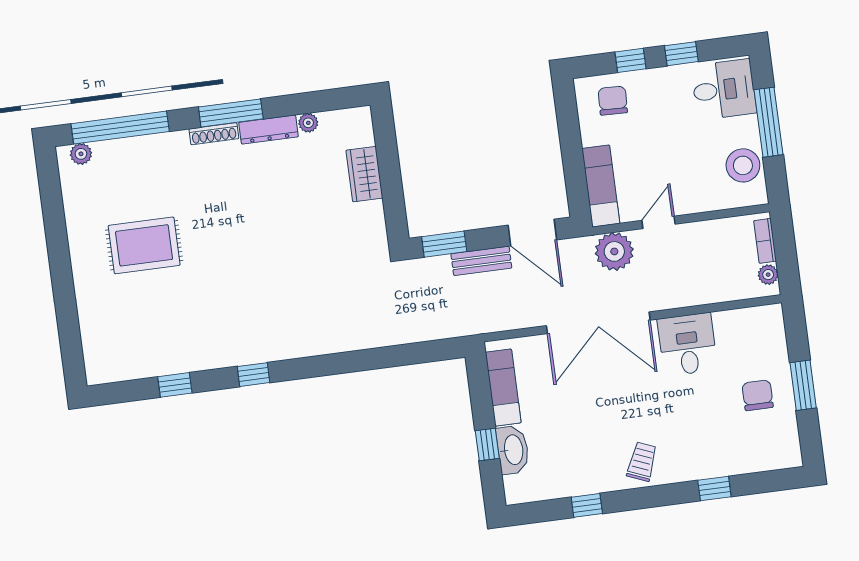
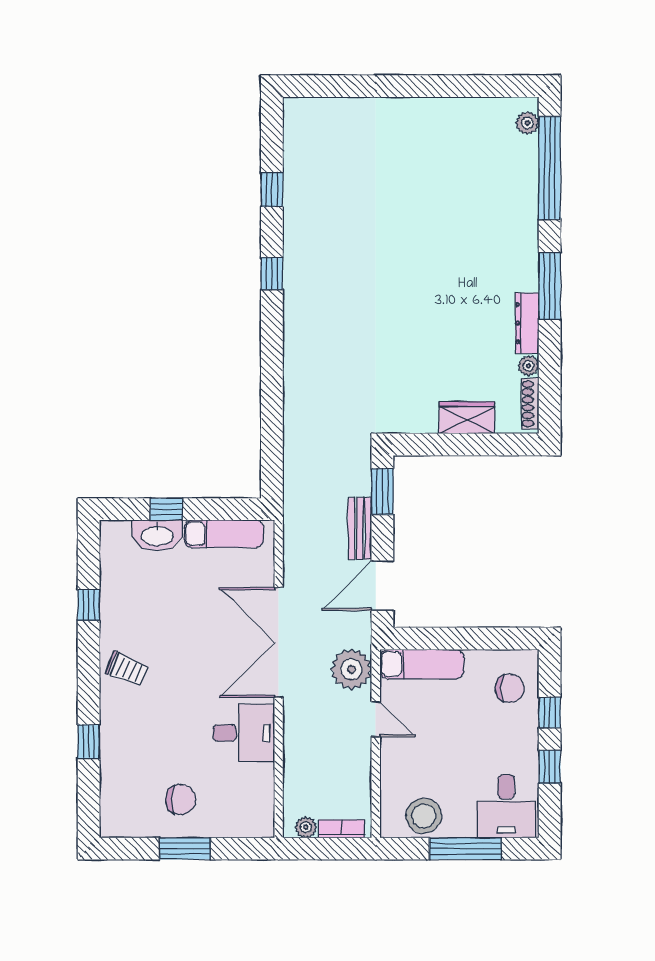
shoe rack: (214, 134) -> (530, 404), moved
rug: (144, 245) -> (423, 177), removed

